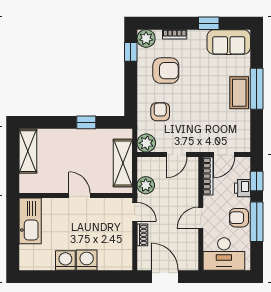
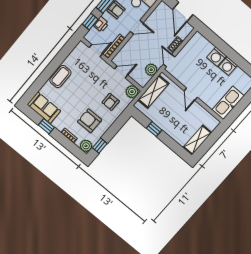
window: (257, 89) -> (49, 71), removed

